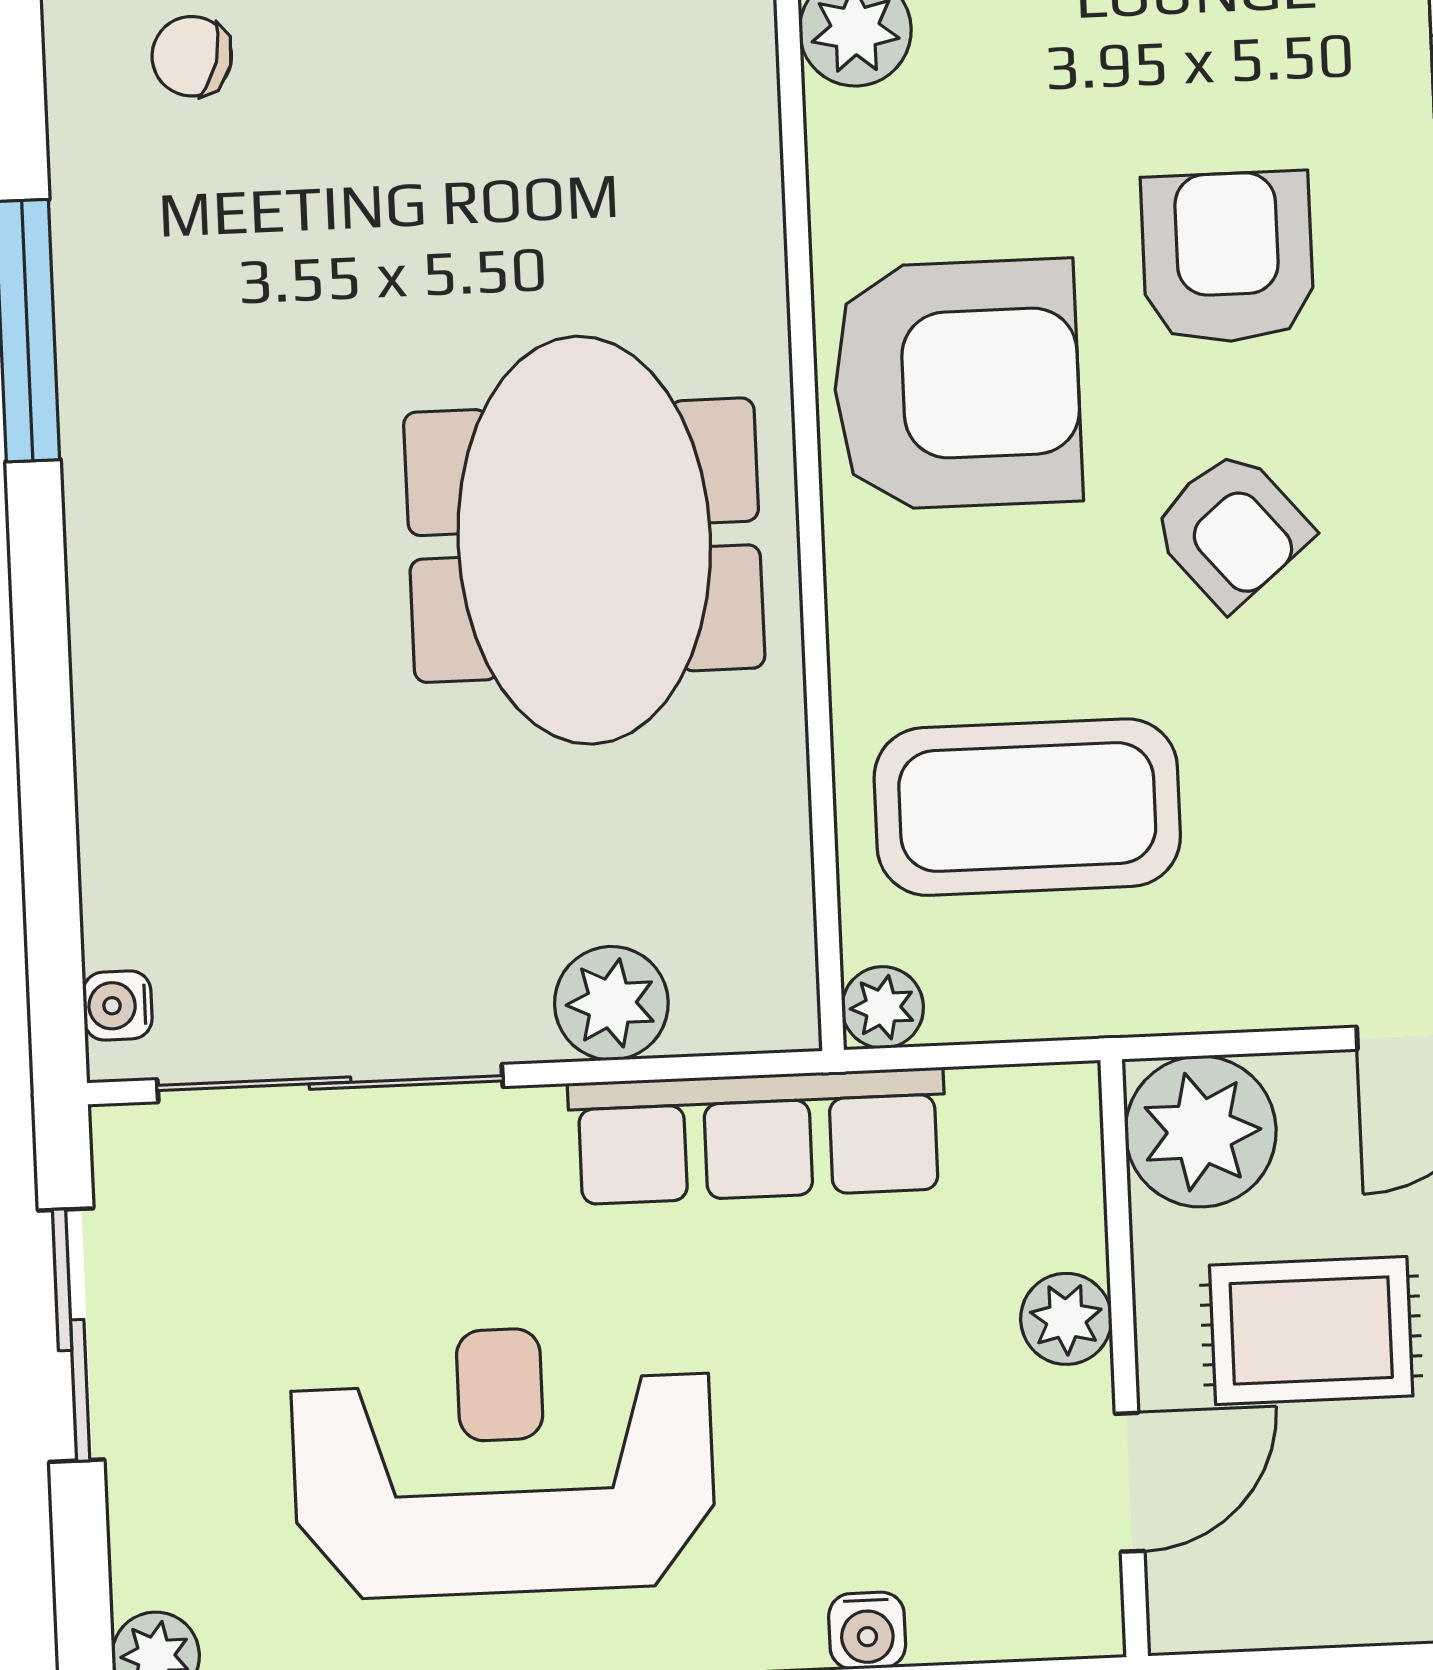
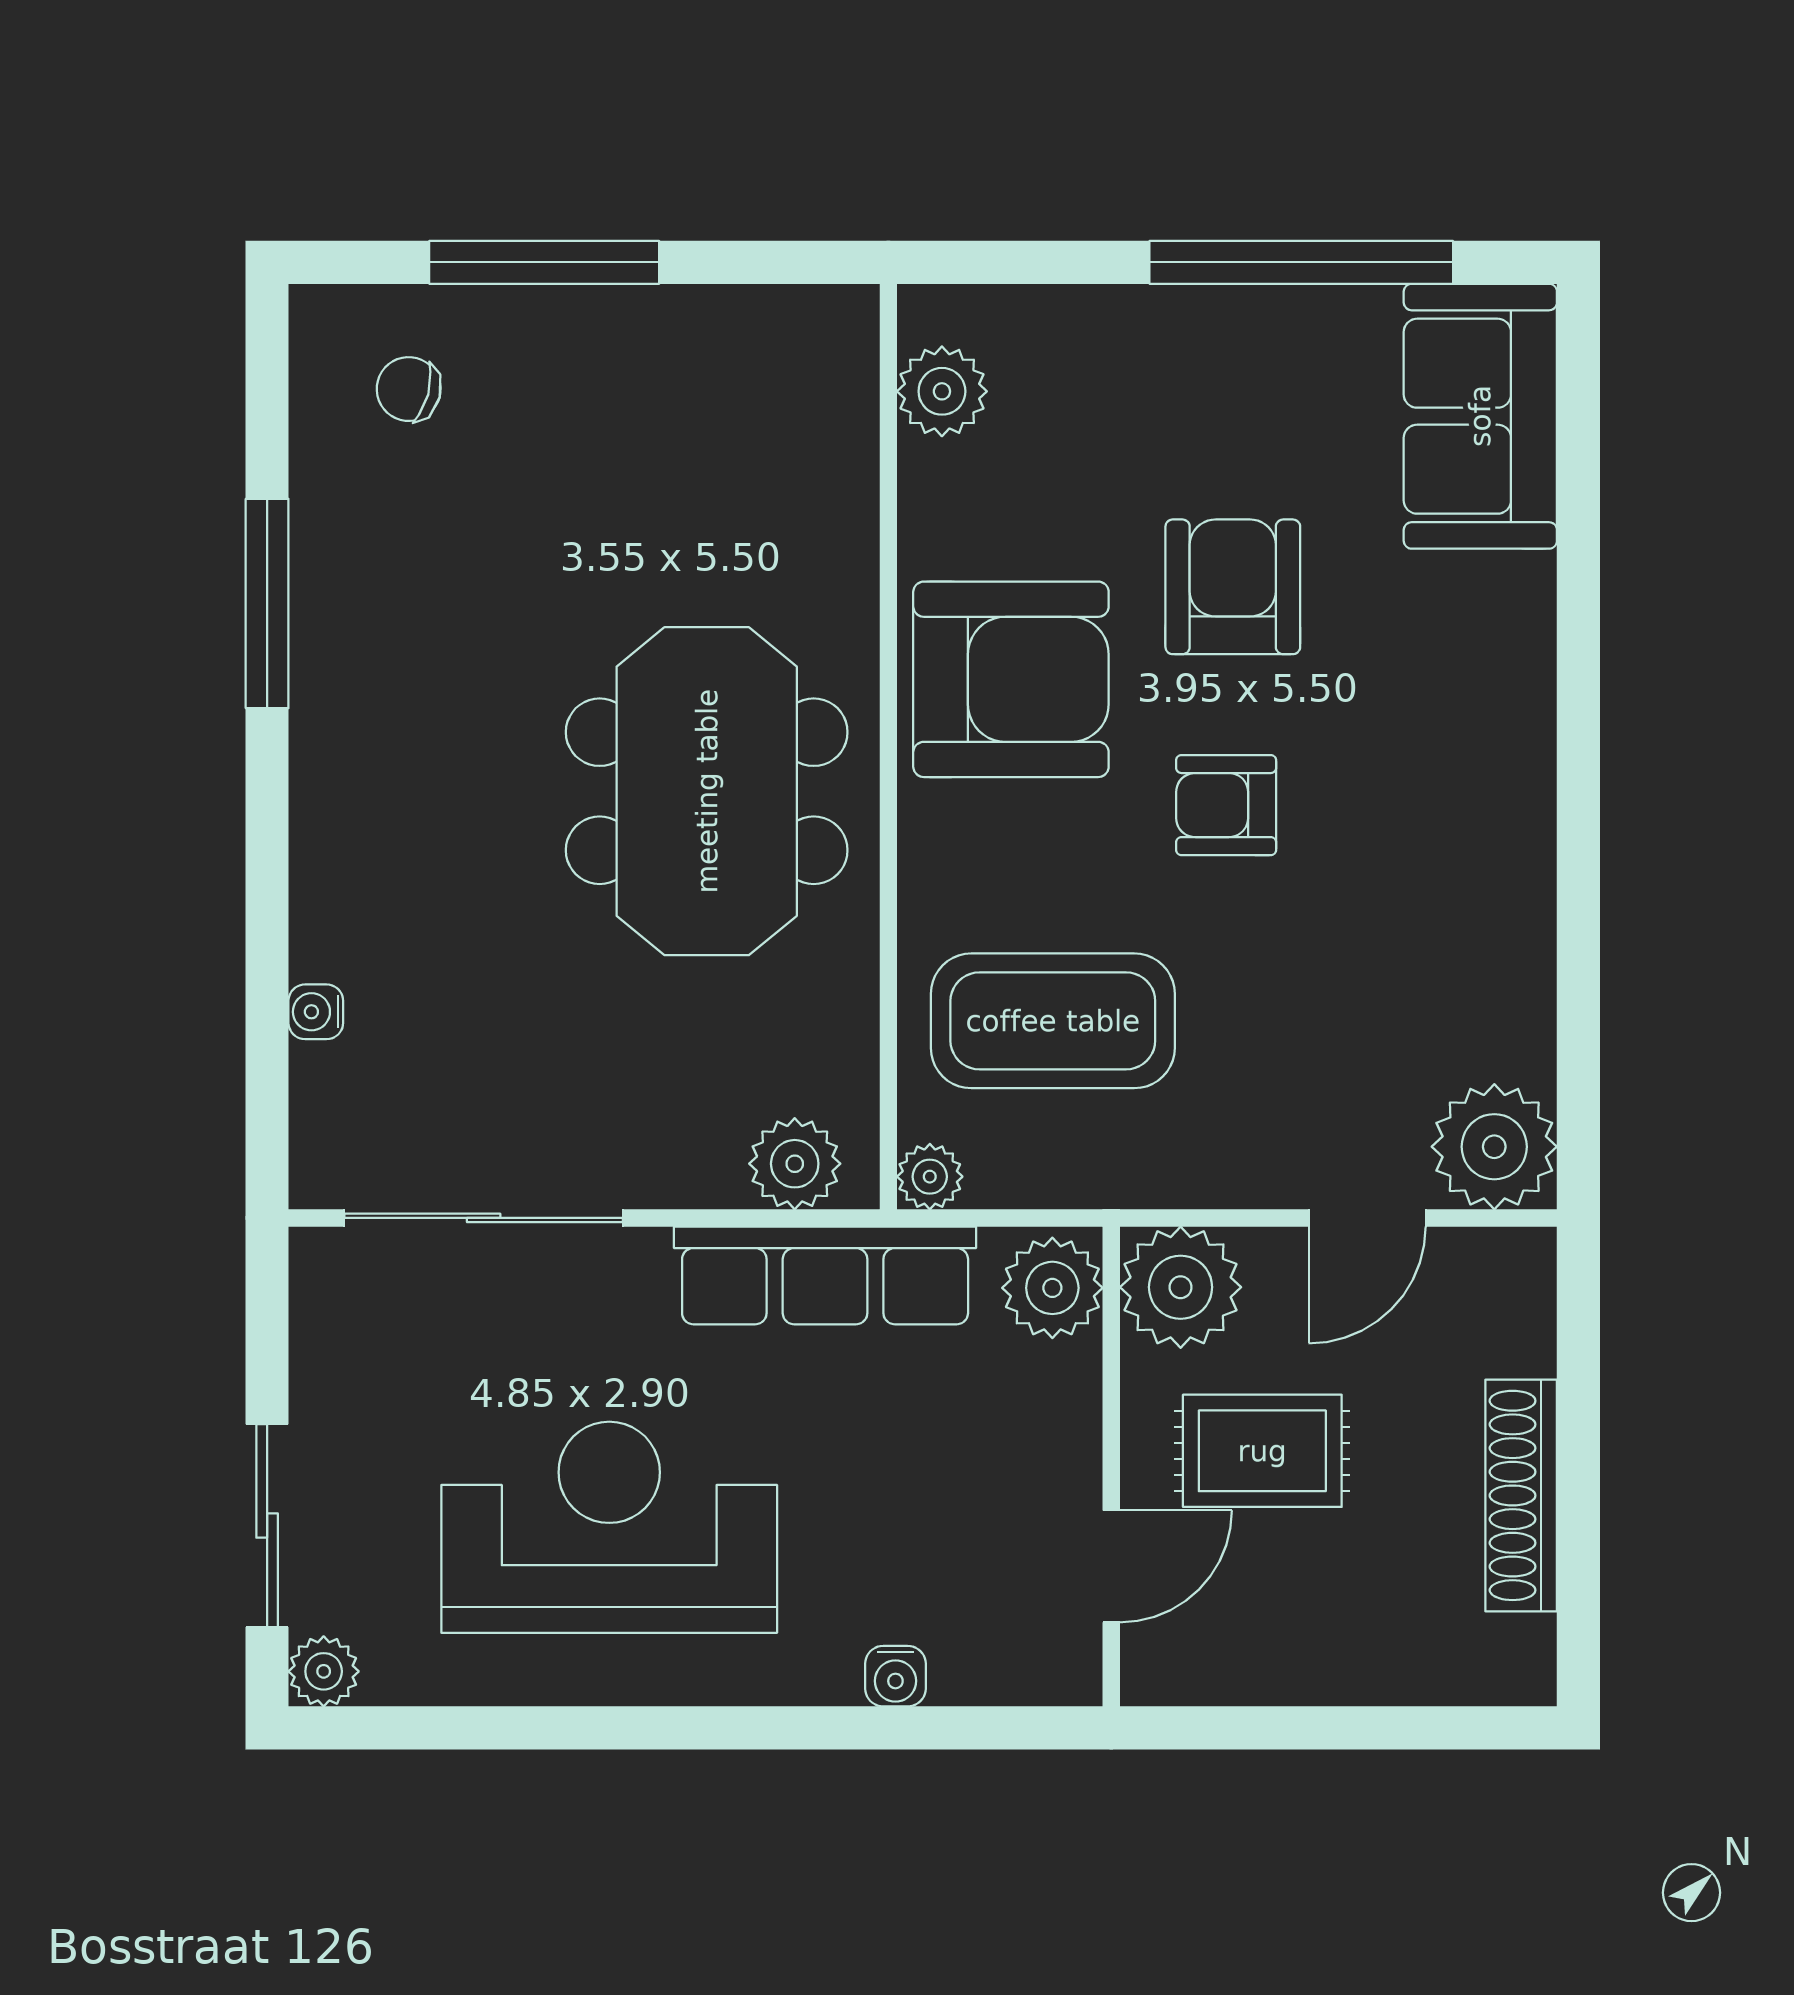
armchair: (1231, 529) -> (1226, 805), turned 130
plant: (611, 1003) -> (795, 1164), moved
water cooler: (117, 1006) -> (316, 1012), moved
plant: (1066, 1319) -> (1052, 1288), moved, width x1.38, depth x1.38
sliding door: (71, 1335) -> (267, 1526), moved

